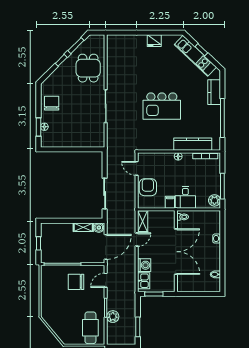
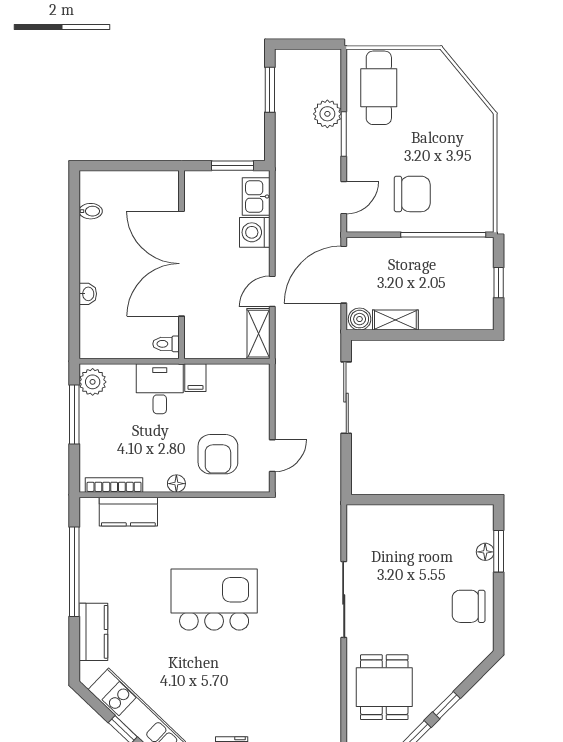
chair: (52, 103) -> (469, 606), turned 90
kitchen counter: (193, 144) -> (128, 512), width x0.67
door: (137, 168) -> (272, 456), hinge flipped
armchair: (148, 187) -> (218, 454), moved

